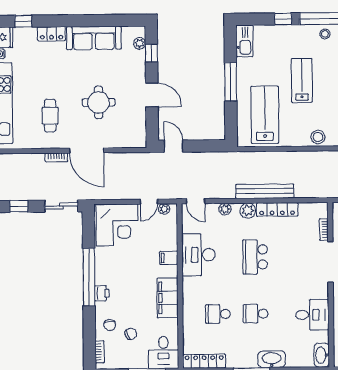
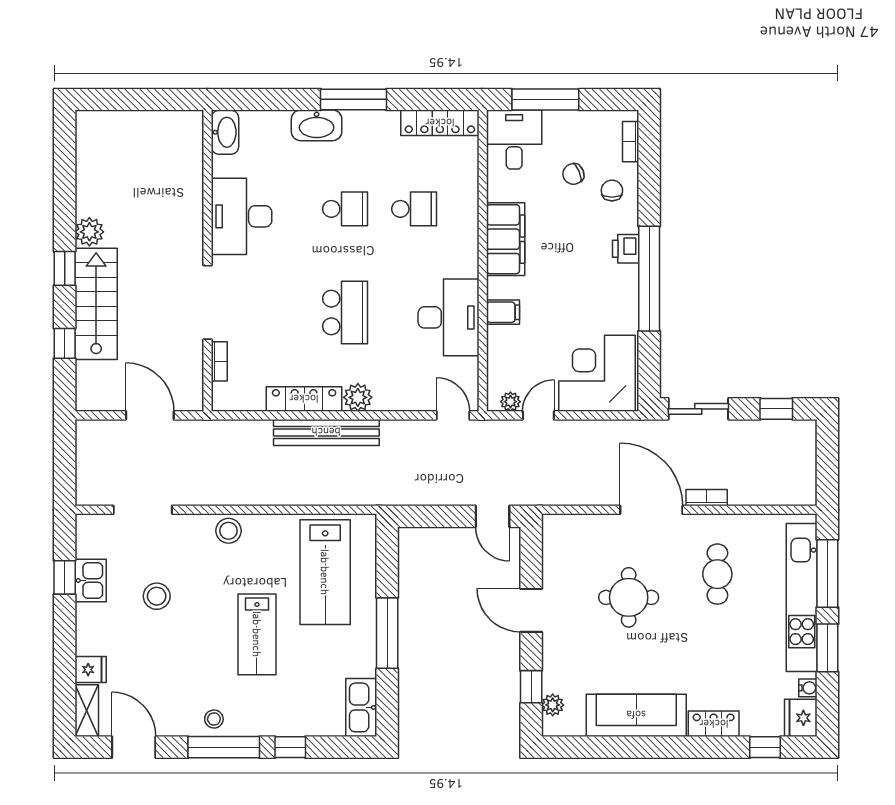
plant: (225, 209) -> (399, 401), removed
desk: (312, 315) -> (241, 216), width x1.37

